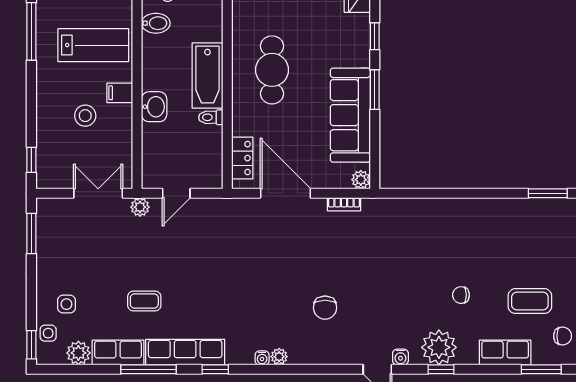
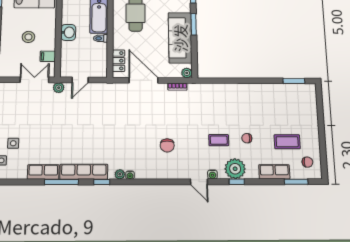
filing cabinet: (120, 93) -> (48, 56), moved
coffee table: (144, 301) -> (219, 140), moved
plant: (78, 353) -> (19, 172), removed
plant: (279, 357) -> (120, 174), moved

